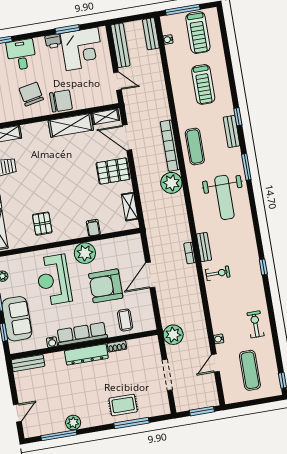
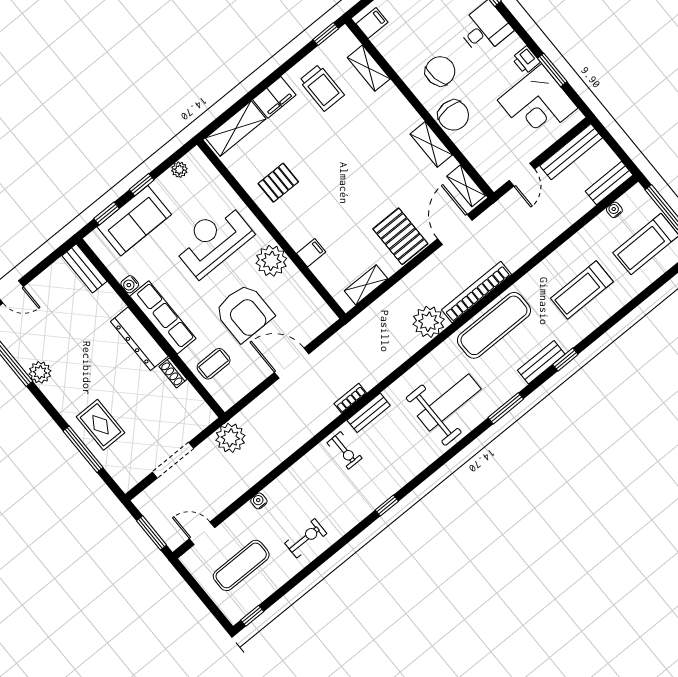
shelving: (71, 125) -> (431, 144), width x0.67, depth x0.75
exercise mat: (195, 146) -> (494, 325), width x1.36, depth x1.45
weight bench: (224, 197) -> (449, 402), turned 180
armchair: (106, 286) -> (244, 313), turned 180
door: (215, 363) -> (202, 533), moved

